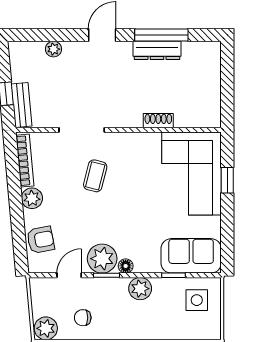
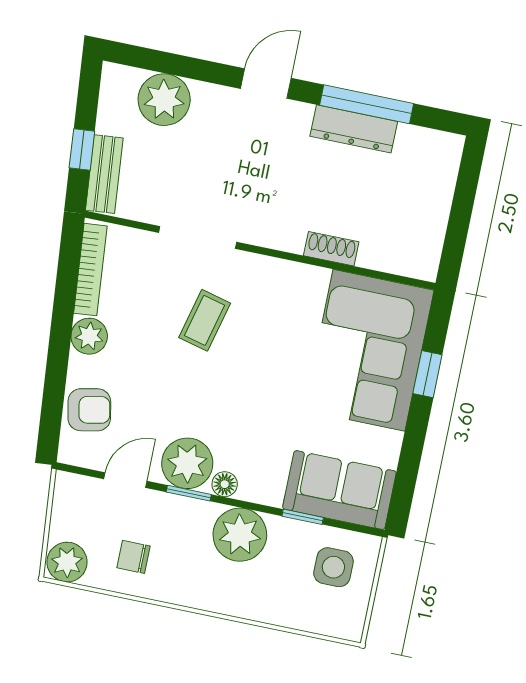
plant: (54, 49) -> (164, 100), width x1.88, depth x1.88
plant: (140, 289) -> (240, 535), width x1.36, depth x1.36

